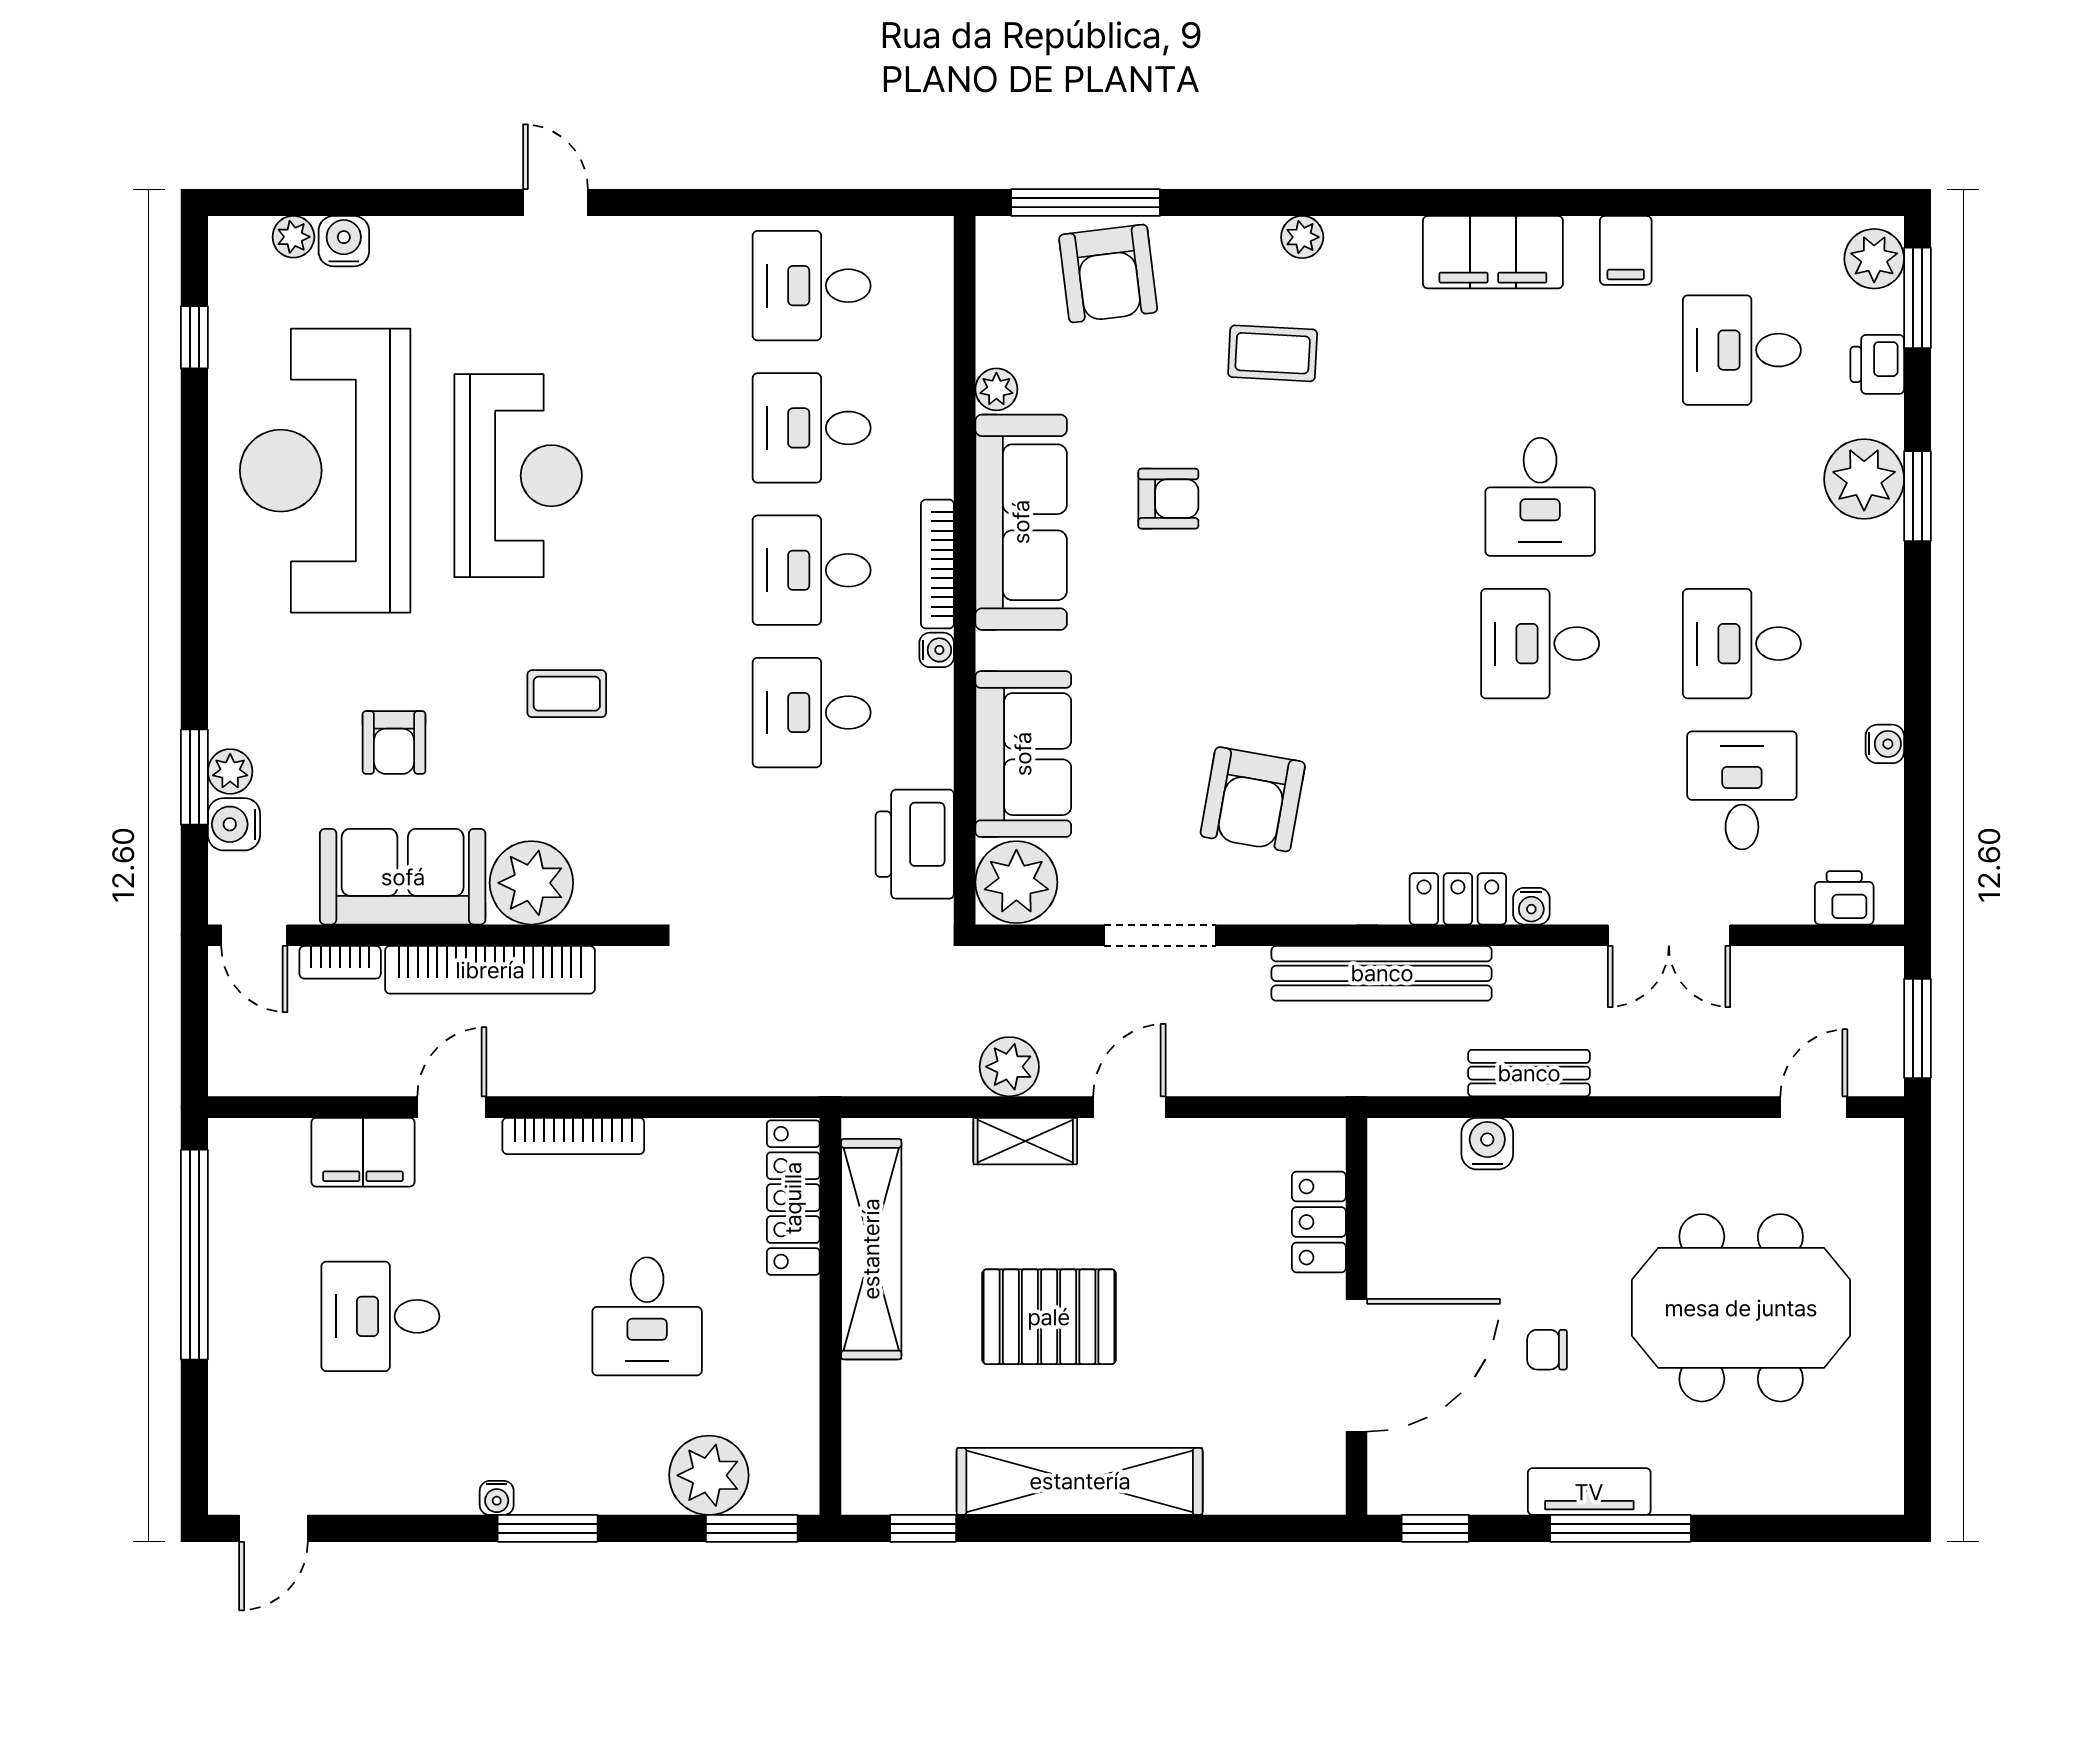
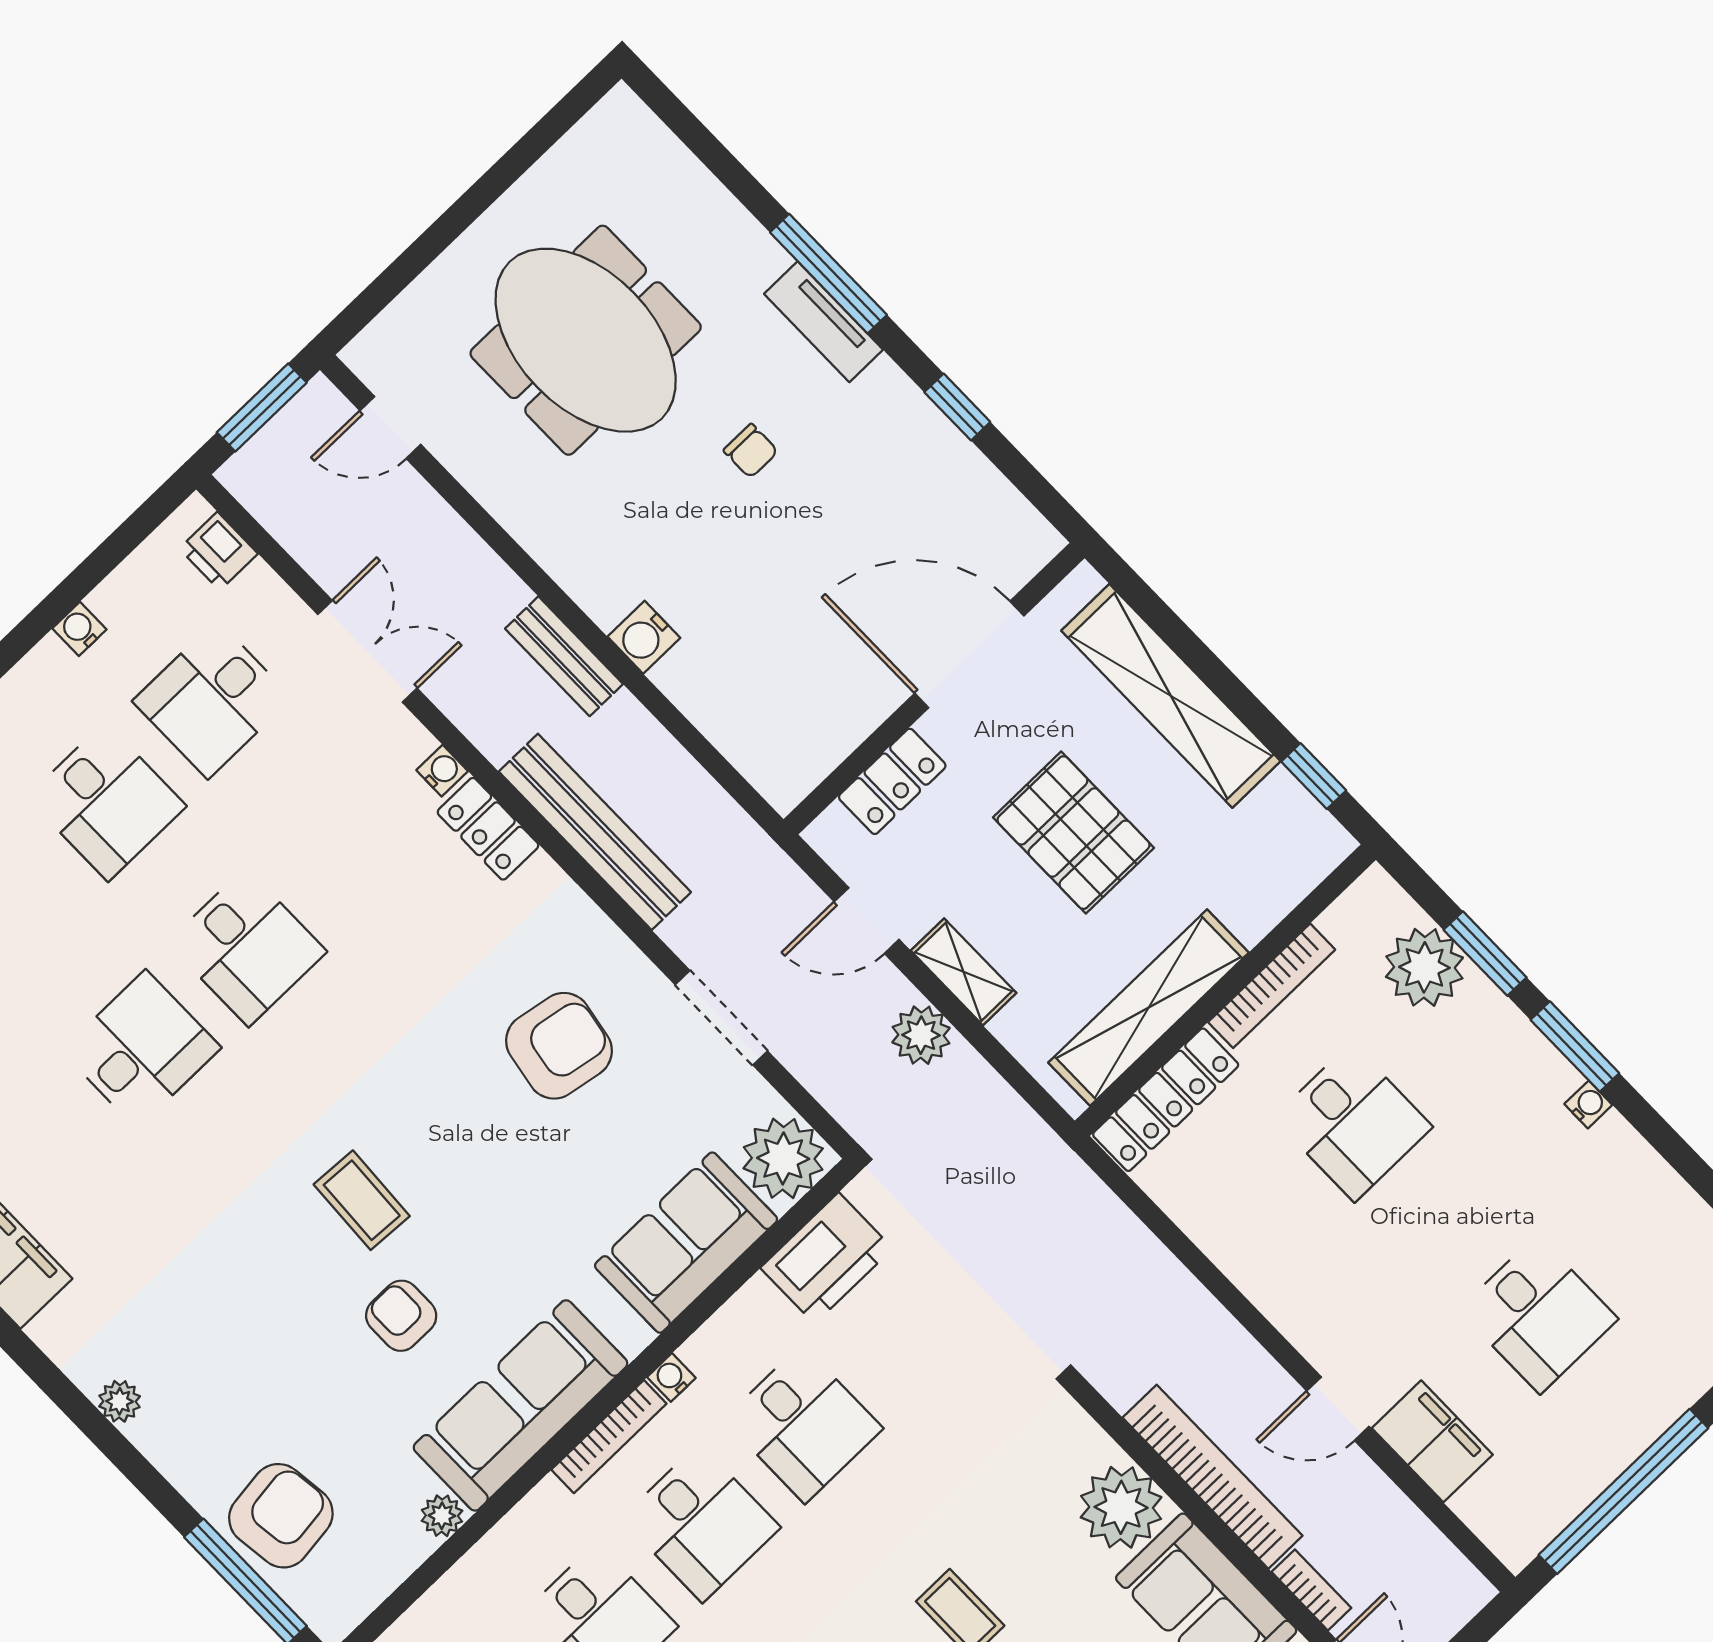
coffee table: (1273, 353) -> (362, 1200), moved
bookcase: (573, 1136) -> (1272, 986), moved, turned 90
locker: (1319, 1222) -> (892, 781), moved
desk: (647, 1316) -> (1353, 1122), turned 90
wall: (1357, 1316) -> (934, 689), moved
door: (1357, 1365) -> (969, 655), moved
window: (752, 1528) -> (1485, 954), moved

